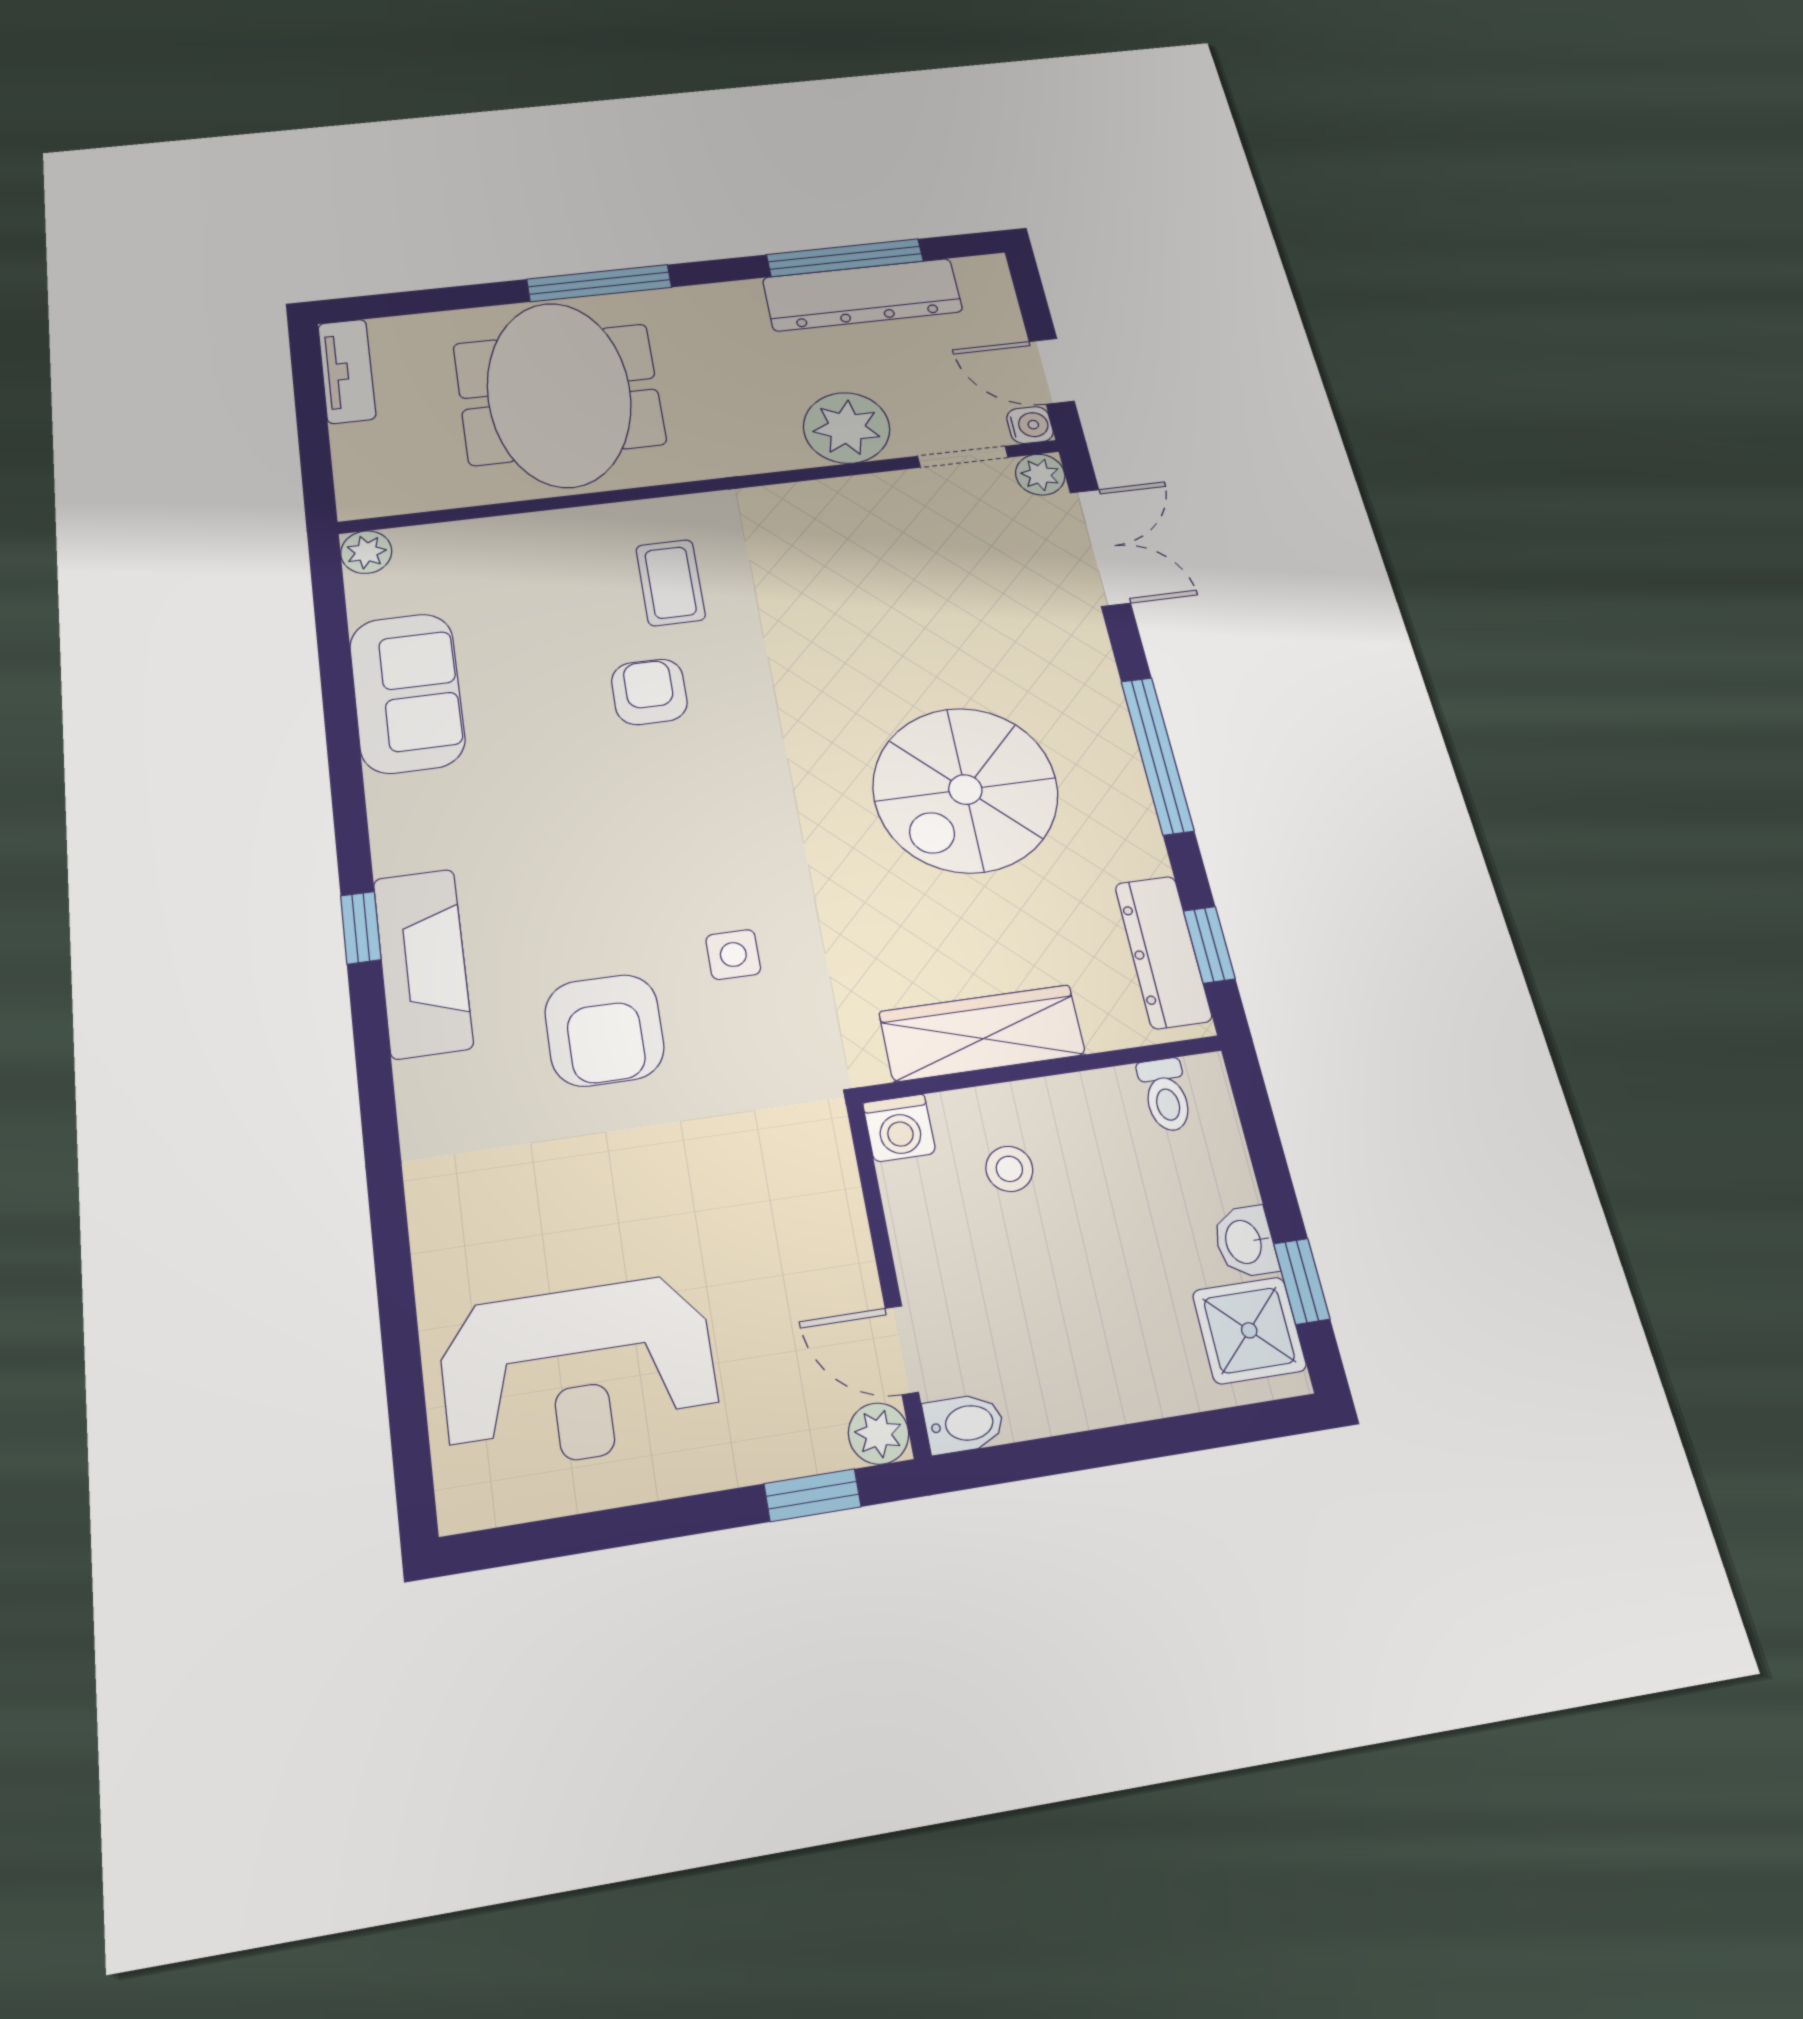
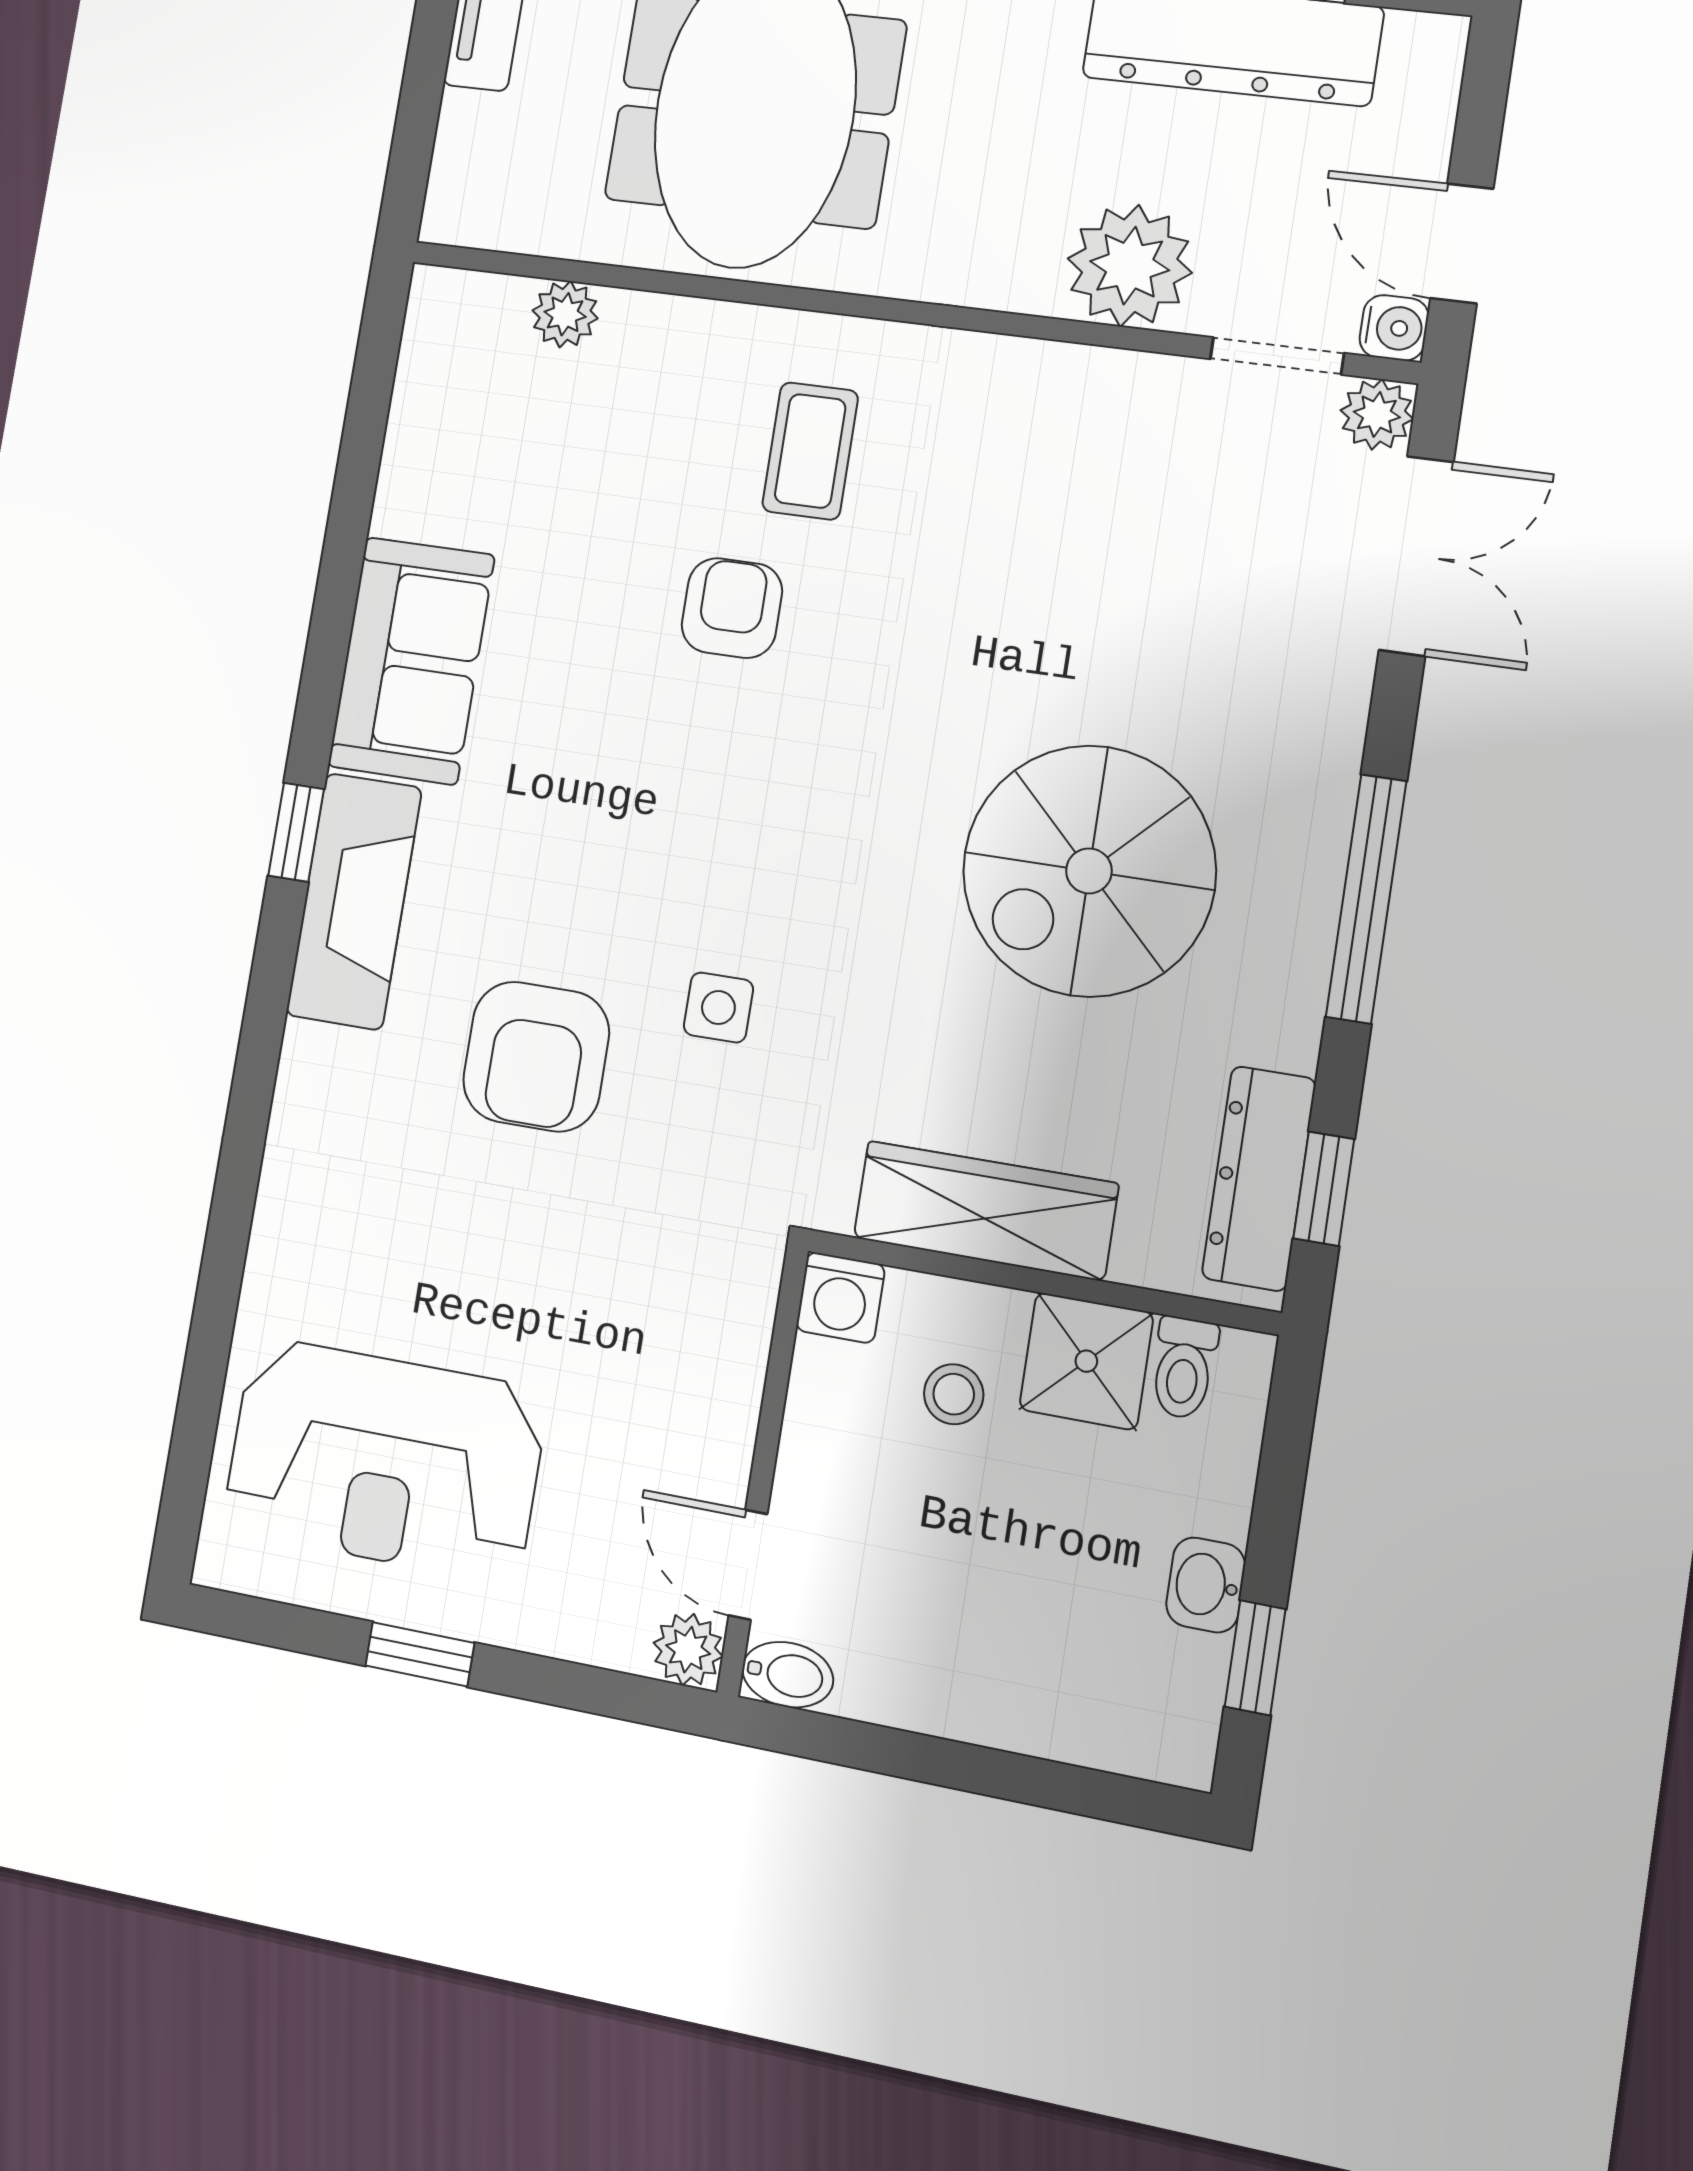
plant: (366, 552) -> (565, 314), moved
sofa: (407, 693) -> (411, 661), moved
shower: (1249, 1330) -> (1086, 1361), moved
window: (813, 1495) -> (420, 1654), moved

